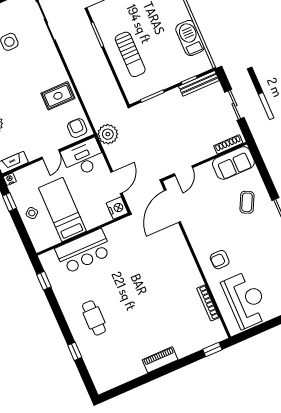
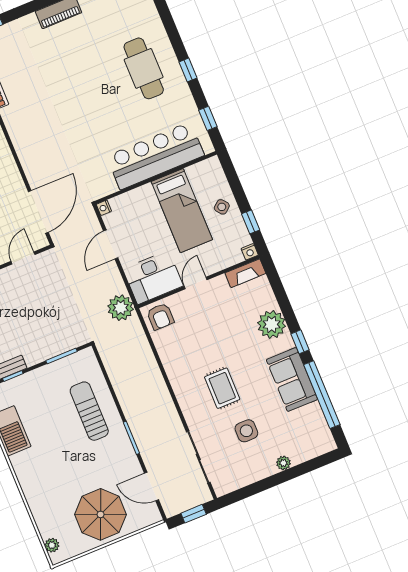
rug: (58, 96) -> (222, 388), moved, turned 90
nightstand: (117, 208) -> (104, 208), width x0.53, depth x0.56
bar counter: (84, 251) -> (155, 156), width x1.36
cafe table: (94, 318) -> (144, 68), width x1.37, depth x1.35
window: (75, 351) -> (188, 70), moved

